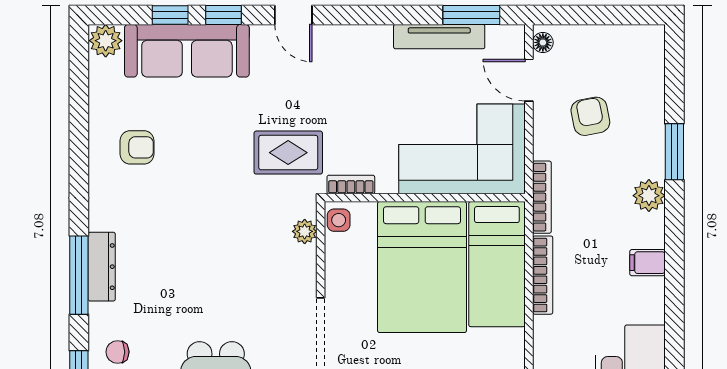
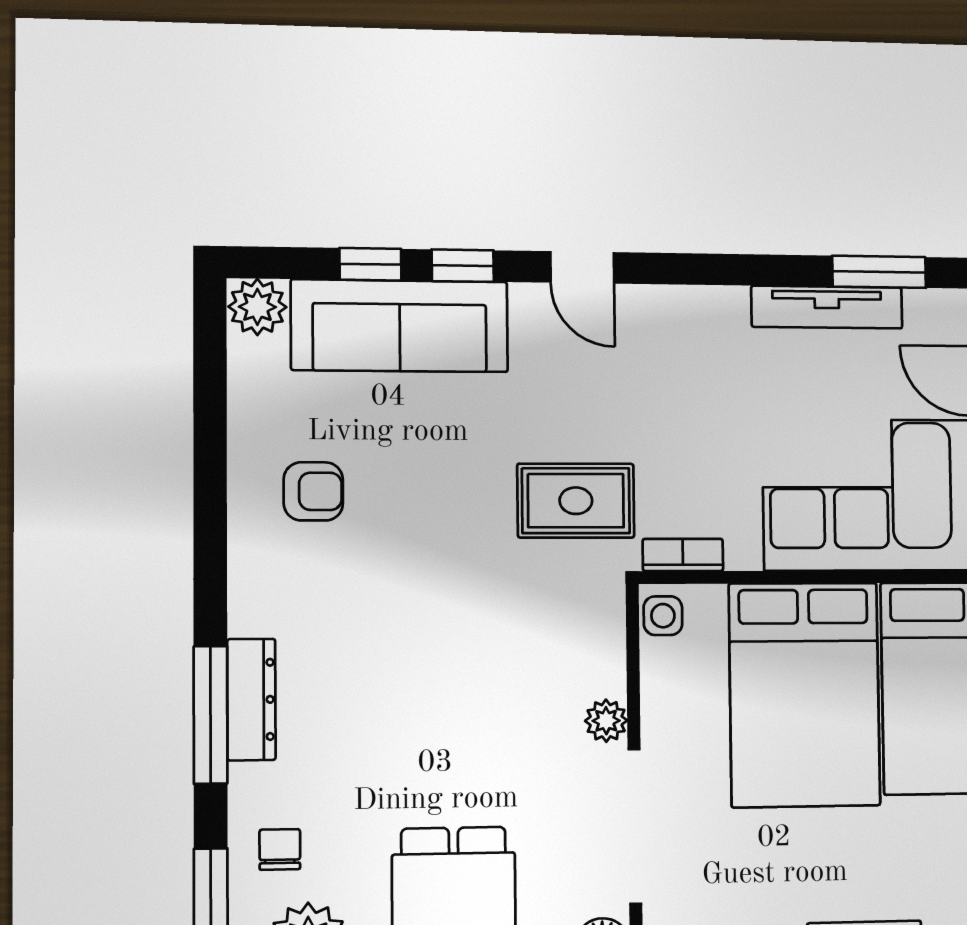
plant: (305, 231) -> (606, 721), moved
chair: (117, 352) -> (280, 849), turned 90

